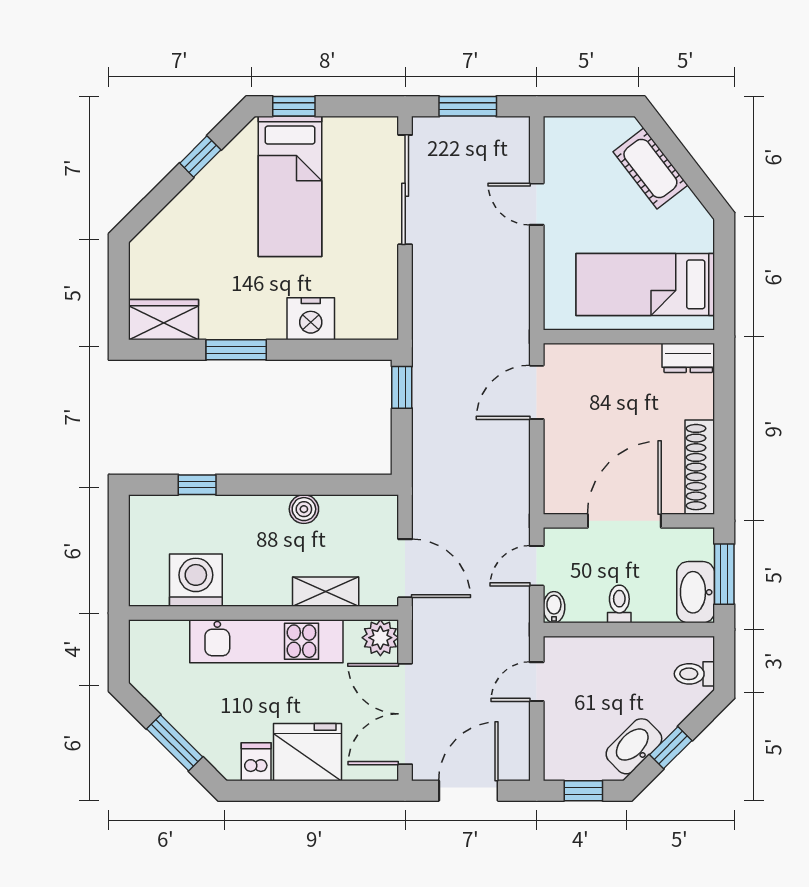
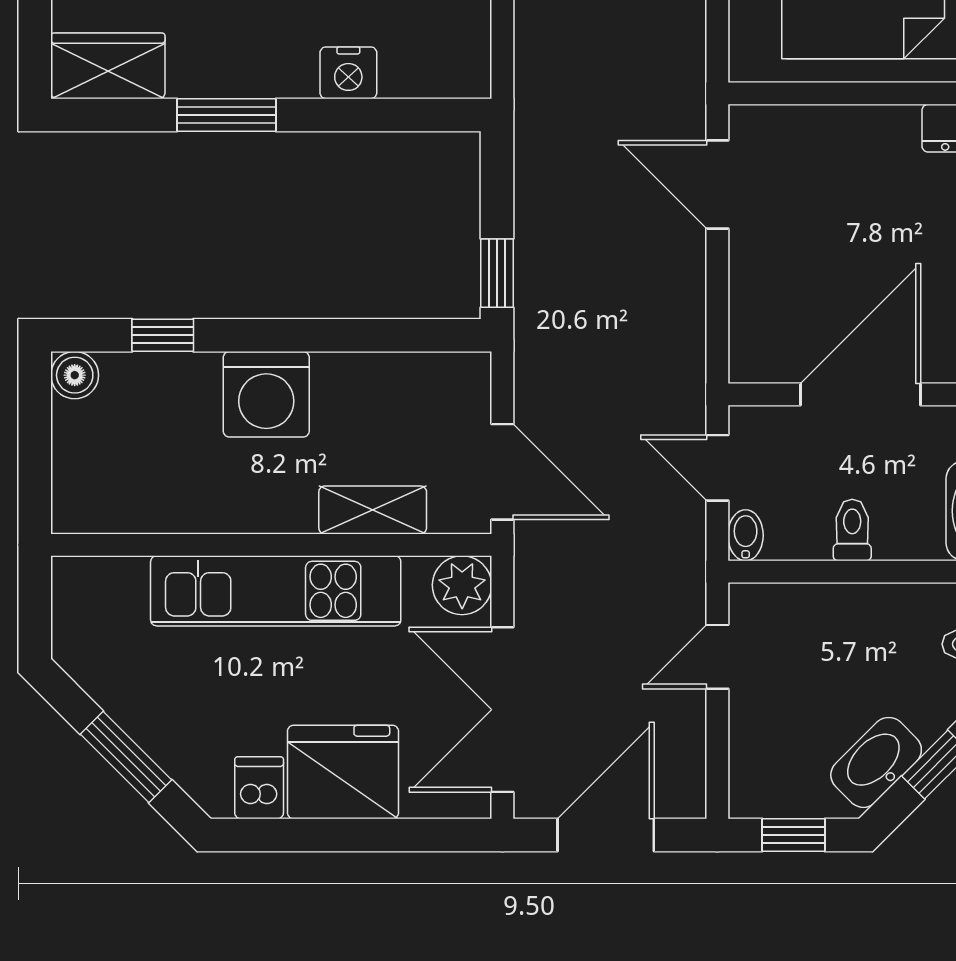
nightstand: (311, 319) -> (348, 73), width x0.74, depth x0.75
window: (402, 387) -> (497, 273), moved
door: (537, 392) -> (717, 184), hinge flipped
boiler: (304, 509) -> (75, 375), moved
door: (537, 566) -> (717, 468), hinge flipped
washing machine: (196, 580) -> (266, 394), moved, turned 180

